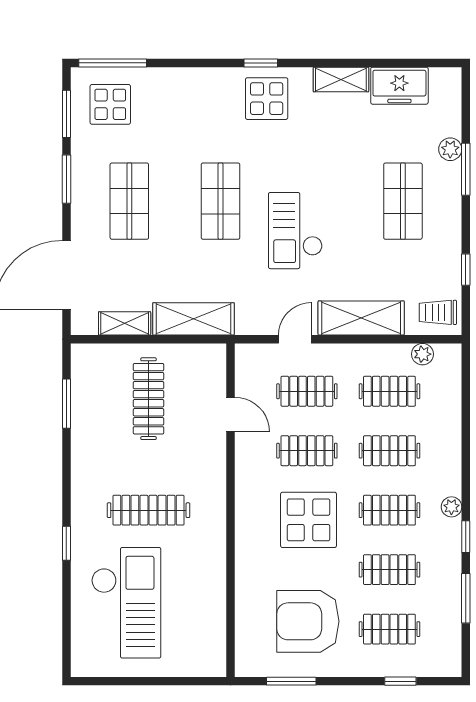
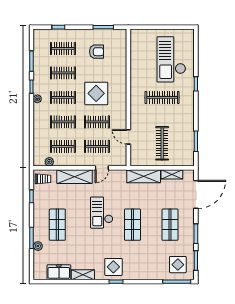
checkout: (295, 231) -> (102, 213), turned 180
armchair: (308, 621) -> (96, 52), width x0.53, depth x0.53

